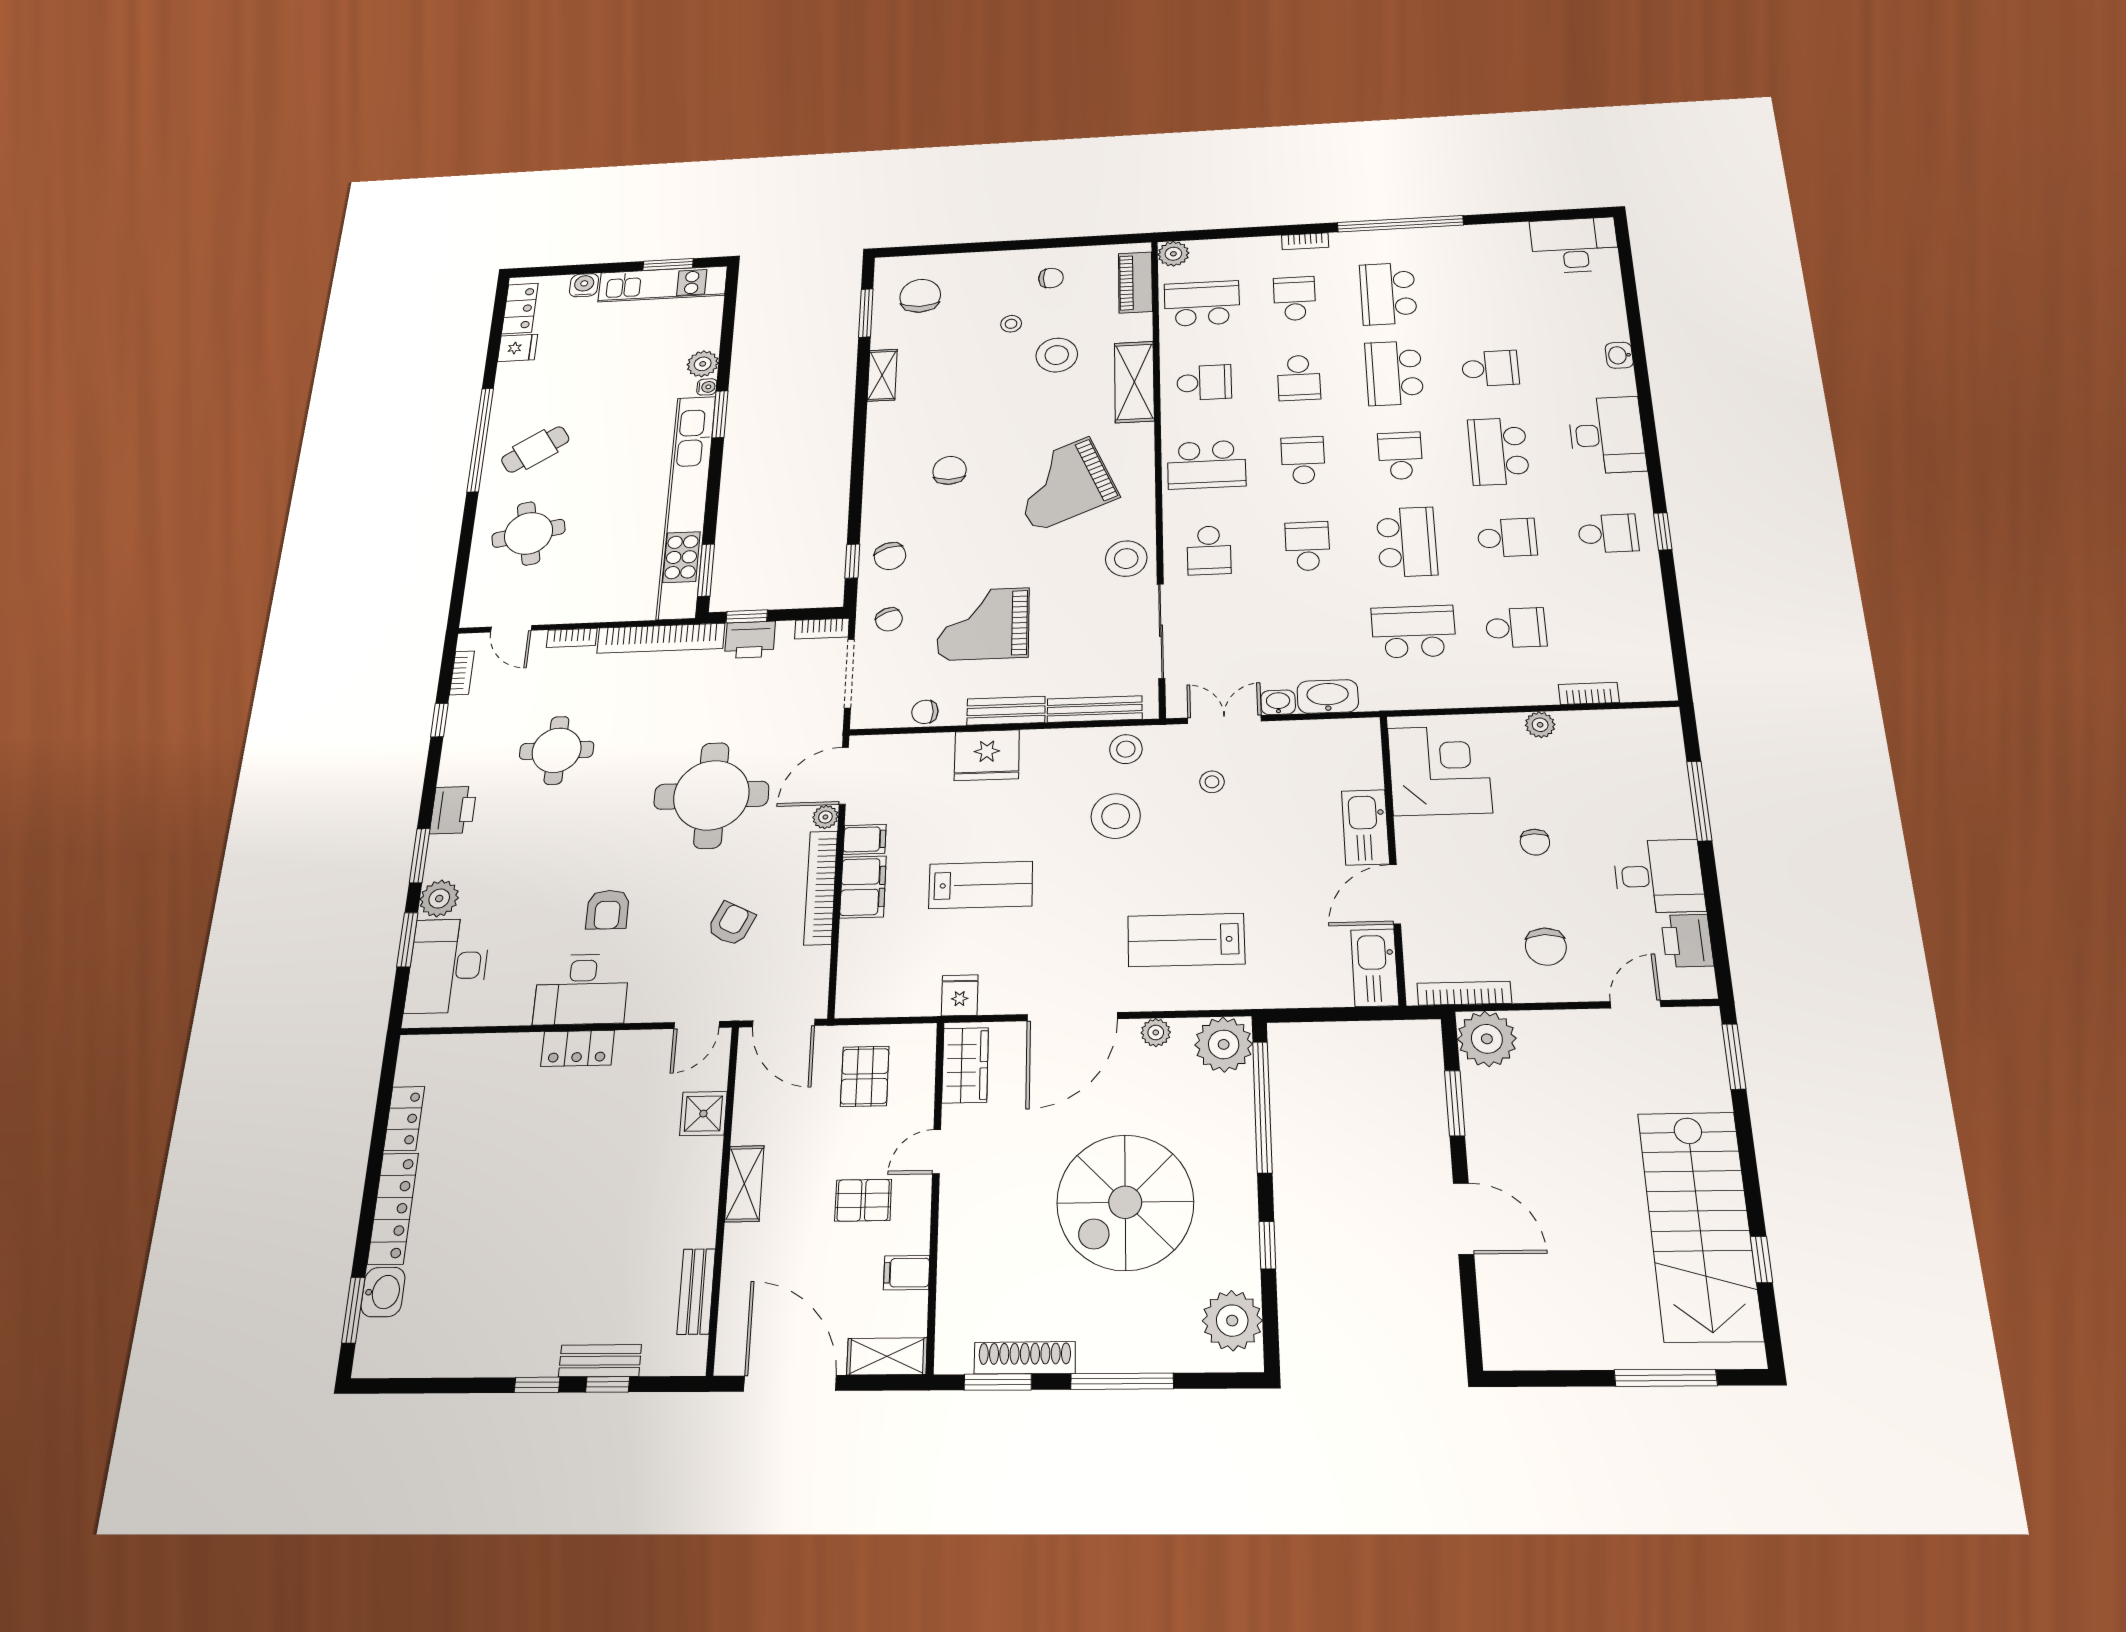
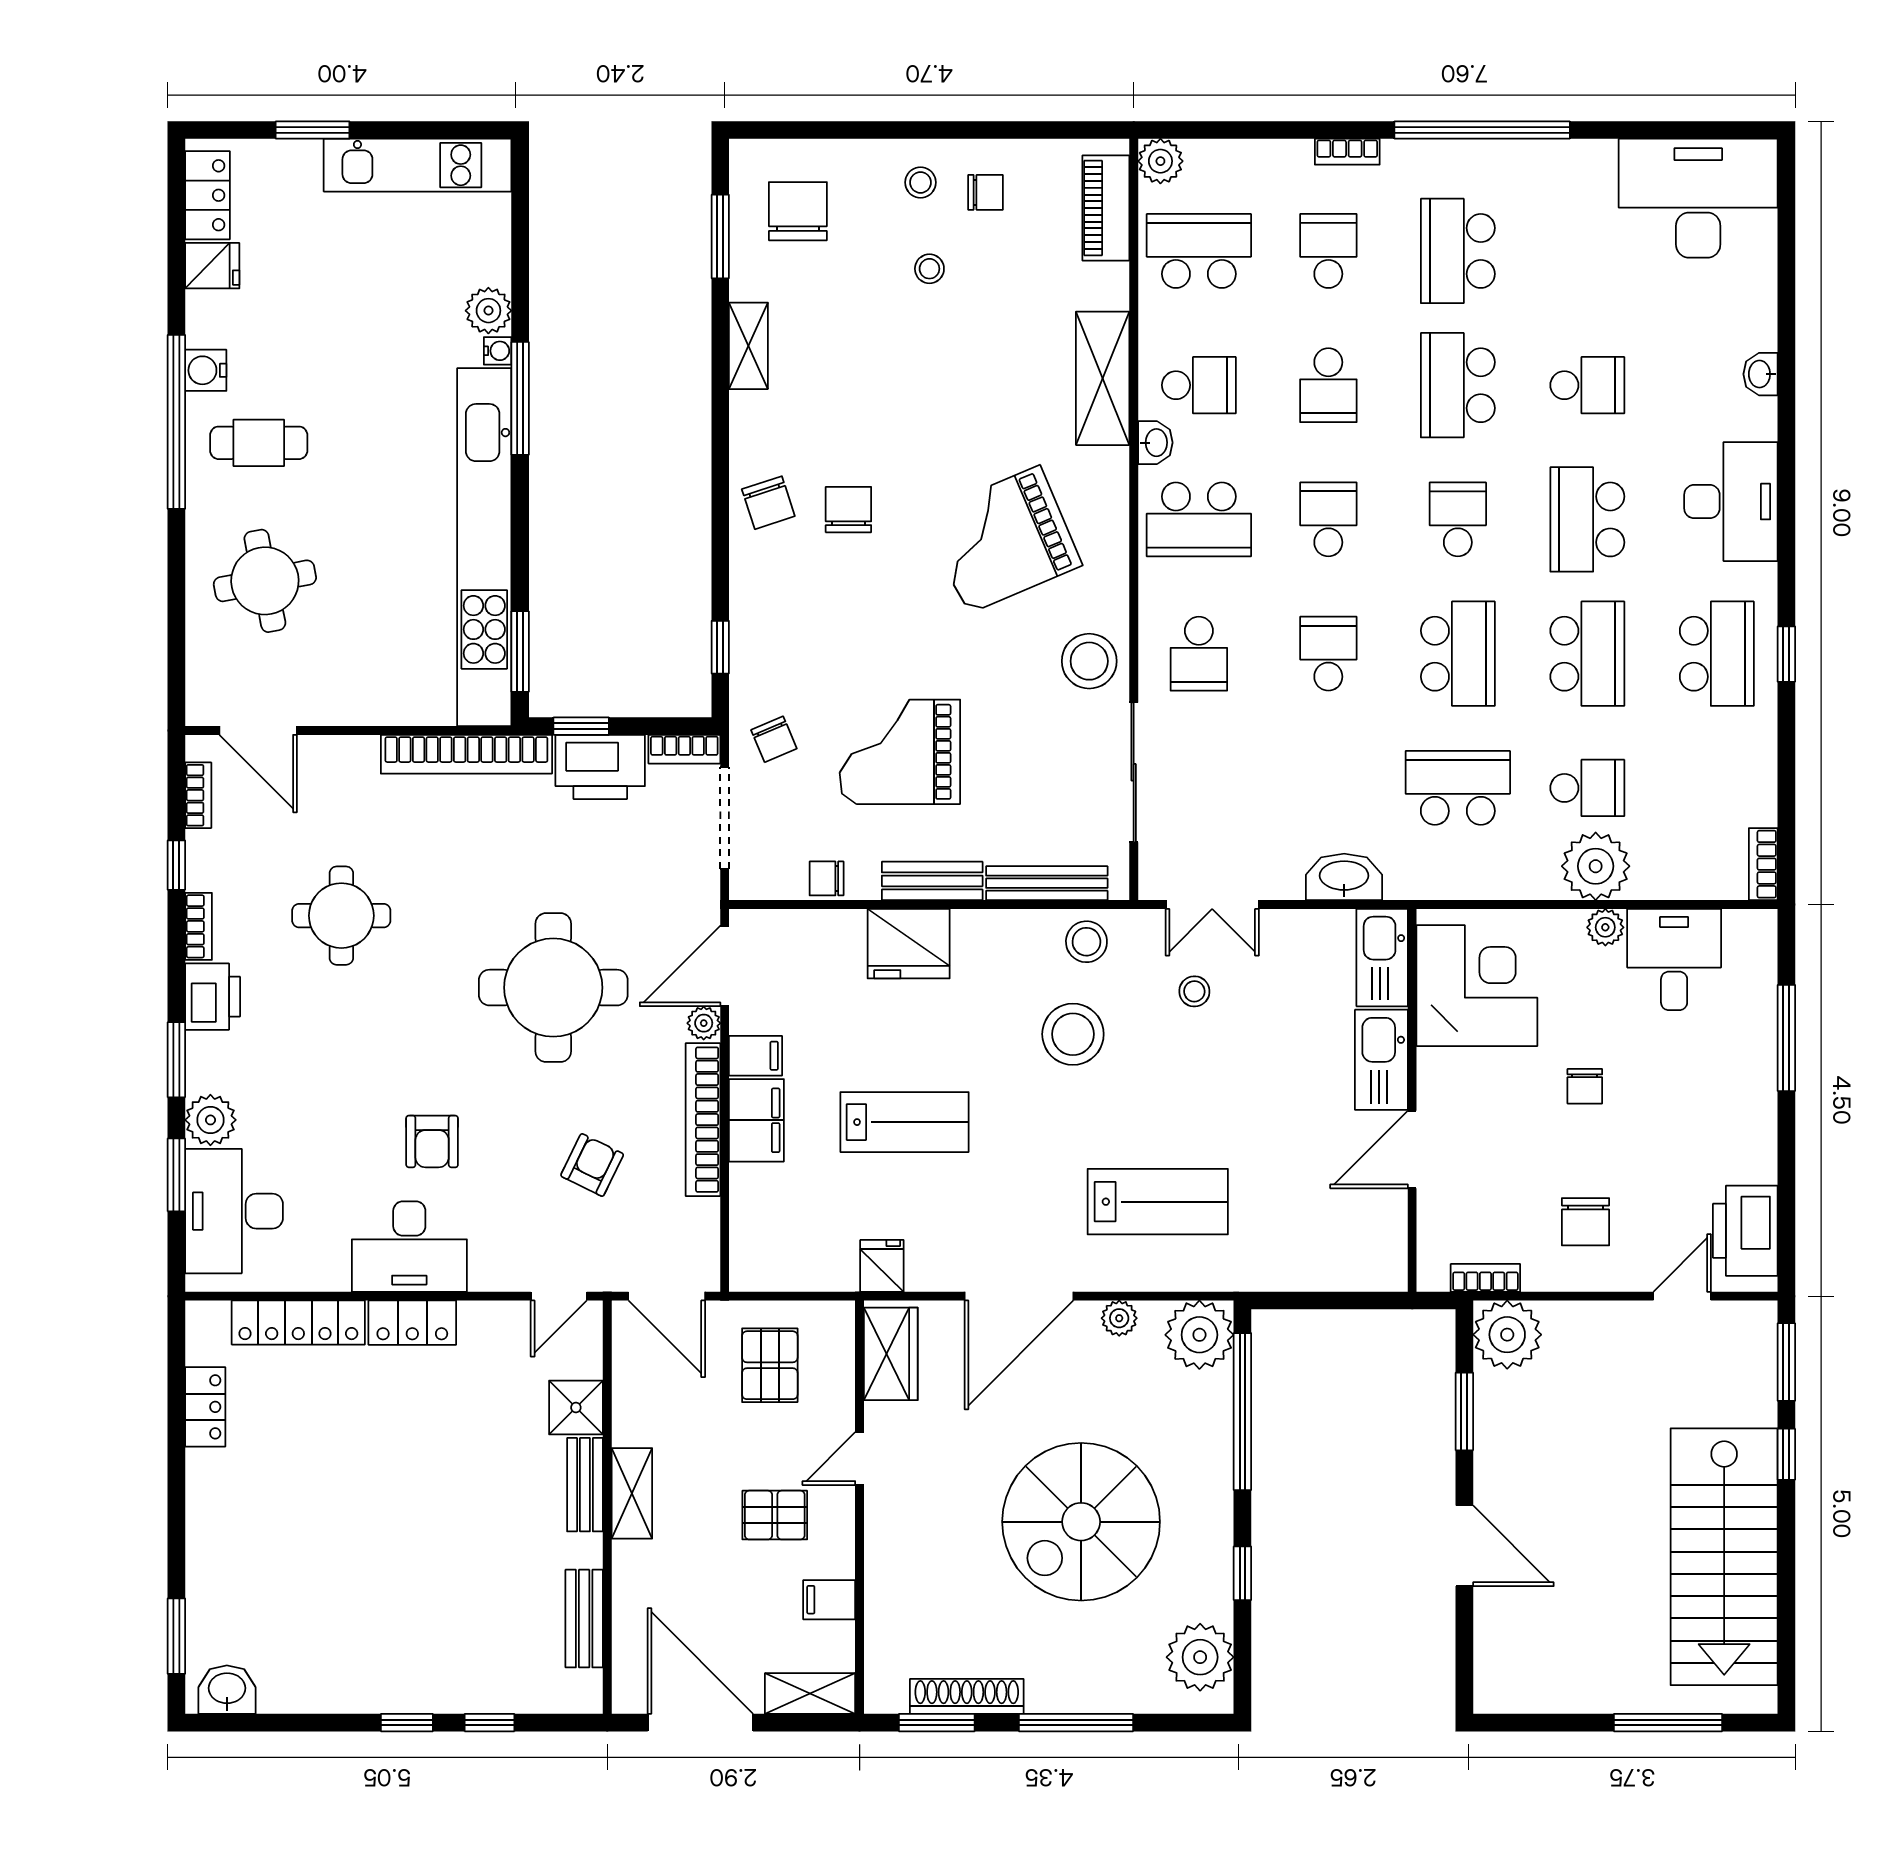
desk: (1575, 245) -> (1698, 198), width x1.36, depth x1.30
window: (668, 265) -> (313, 130), moved
water cooler: (584, 285) -> (206, 370), moved, turned -90
stool: (1057, 355) -> (921, 182), moved, width x0.53, depth x0.53
window: (720, 414) -> (520, 398), width x1.44
cafe table: (535, 449) -> (259, 443), turned 32
school desk: (1608, 533) -> (1717, 654), width x1.85
school desk: (1507, 538) -> (1587, 654), width x1.85
chair: (890, 556) -> (768, 503), moved
door: (511, 629) -> (258, 730), width x1.38
bookcase: (572, 638) -> (198, 926), moved, turned -90
printer: (750, 640) -> (600, 767), width x1.37, depth x1.19
plant: (1528, 682) -> (1596, 866), added
bookcase: (1589, 693) -> (1763, 864), moved, turned -90
washbasin: (1278, 702) -> (1155, 443), moved, turned 90
double door: (1224, 719) -> (1212, 905), swing flipped
desk: (1659, 876) -> (1674, 959), moved, turned -90
lab bench: (1186, 940) -> (1158, 1202), turned 180
printer: (1687, 941) -> (1745, 1231), width x1.37, depth x1.19
kitchen sink: (1375, 968) -> (1382, 958), moved
bookcase: (1464, 993) -> (1485, 1278), width x0.64
locker: (393, 1208) -> (298, 1323), moved, turned 90
window: (1761, 1260) -> (1786, 1454), moved
washbasin: (383, 1292) -> (227, 1690), moved, turned -90
bench: (600, 1361) -> (585, 1485), moved, turned 90

